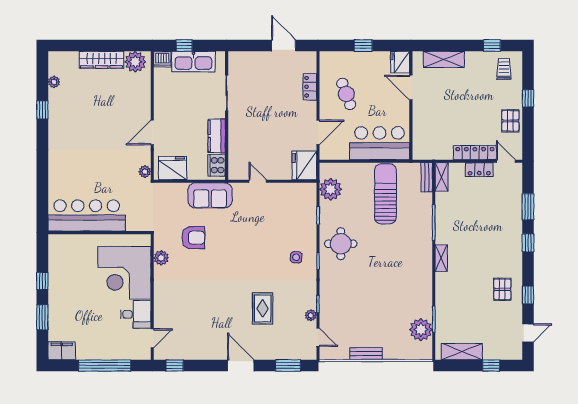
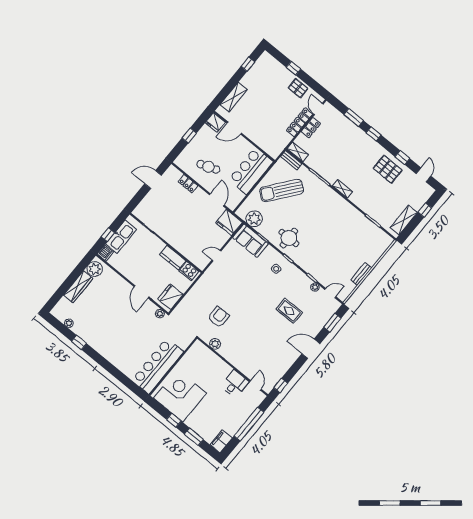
trolley: (504, 69) -> (266, 68), removed
door: (506, 161) -> (318, 109), hinge flipped
sun lounger: (385, 194) -> (282, 191), turned -52
sofa: (210, 195) -> (250, 241), moved, turned 90
corner desk: (124, 273) -> (180, 396), moved, turned 180
pallet: (502, 289) -> (388, 169), width x1.50, depth x1.42
plant: (421, 330) -> (373, 233), removed

